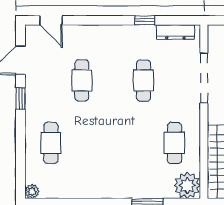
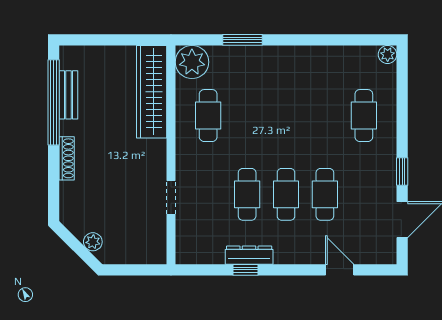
door: (51, 20) -> (340, 270), moved
dresser: (175, 32) -> (249, 255), moved
doorway: (204, 78) -> (171, 197), width x0.53
cafe table: (113, 80) -> (286, 194), added

